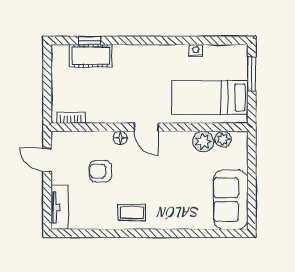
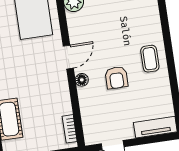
armchair: (100, 171) -> (116, 78), moved

